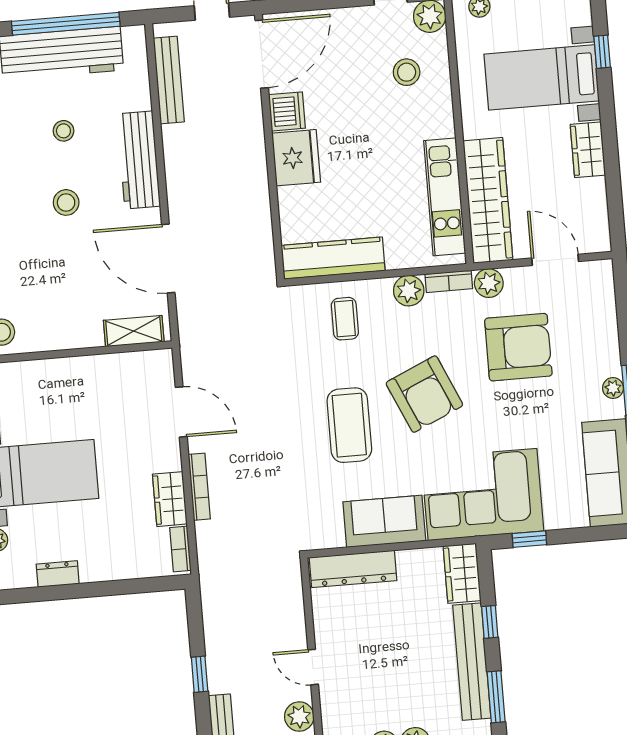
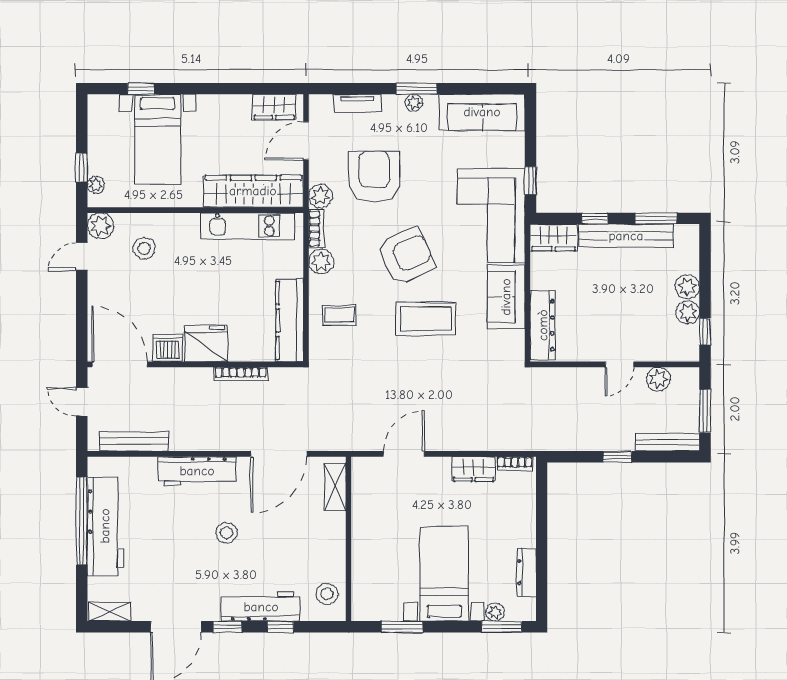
stool: (63, 131) -> (168, 530), removed
wardrobe: (588, 150) -> (274, 107), moved
tv unit: (607, 319) -> (357, 103), added
bookcase: (199, 487) -> (241, 374), moved, turned 180
dresser: (58, 574) -> (527, 572), width x1.44

